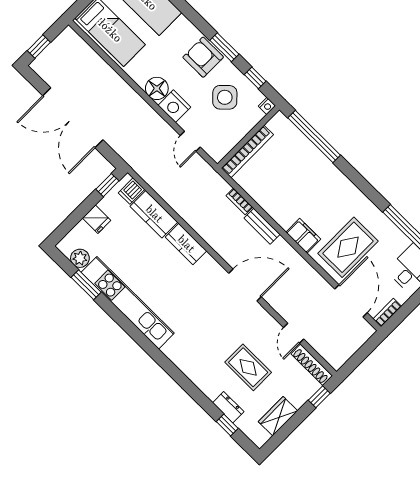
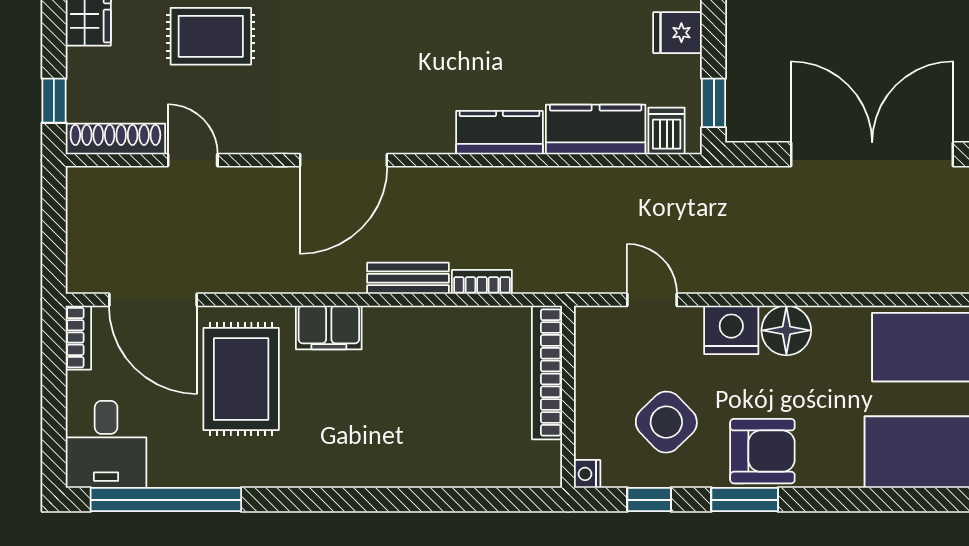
window: (314, 136) -> (466, 500), removed

